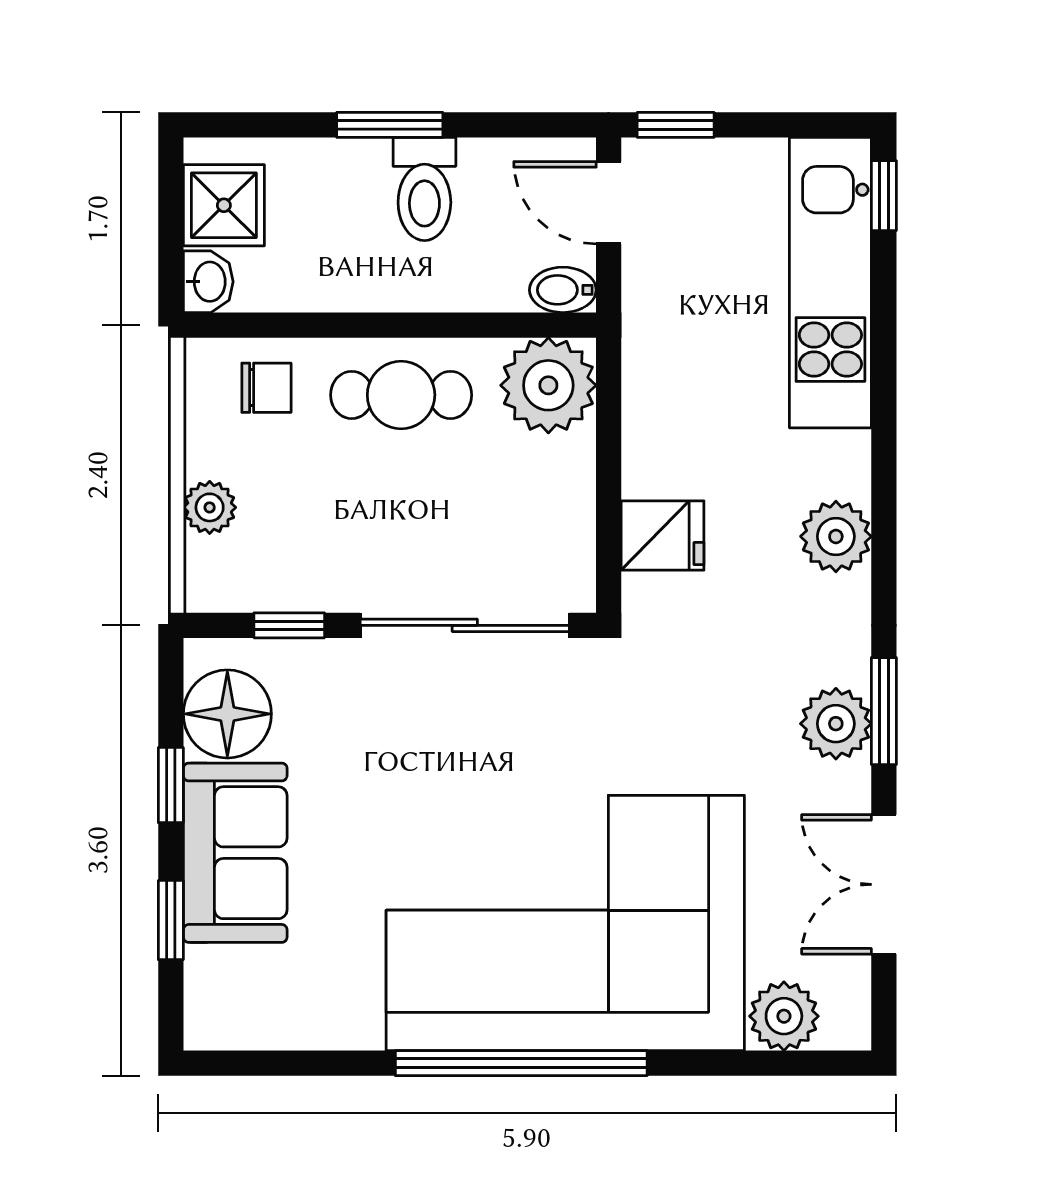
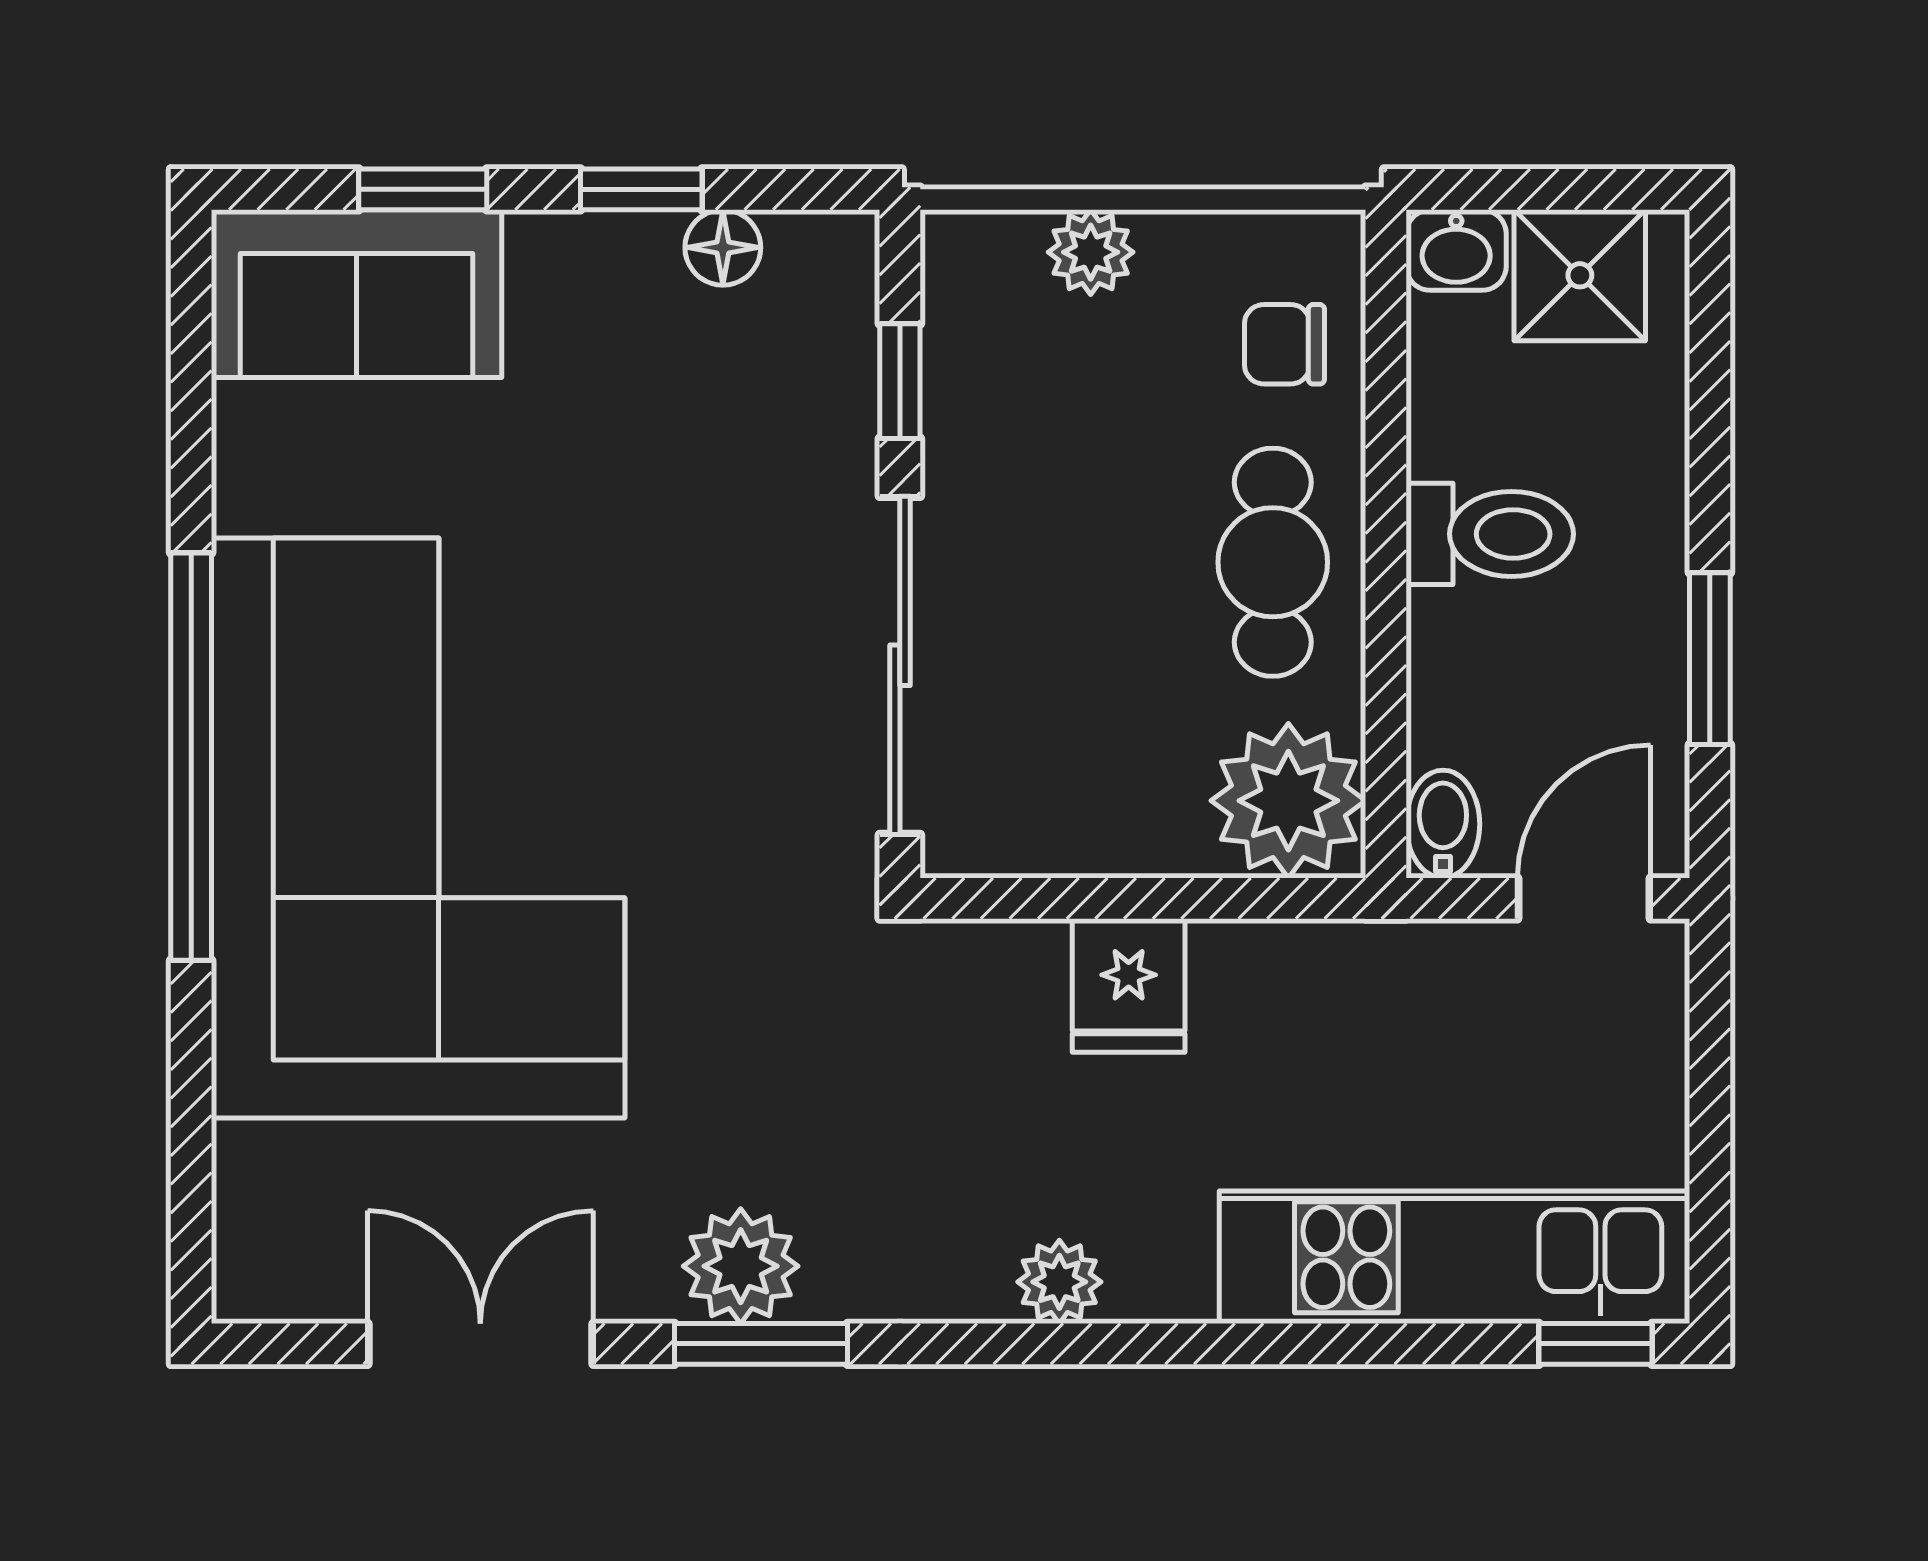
window: (390, 125) -> (1710, 659), moved
window: (676, 125) -> (1710, 1007), removed
toilet: (424, 189) -> (1490, 534), moved, turned 180
chair: (266, 388) -> (1284, 344), turned 90
fridge: (663, 536) -> (1129, 985), moved
plant: (836, 536) -> (1059, 1282), width x0.73, depth x0.73
floor lamp: (227, 714) -> (723, 247), width x0.53, depth x0.53
sofa: (235, 853) -> (357, 294), moved
plant: (784, 1016) -> (267, 1182), removed

